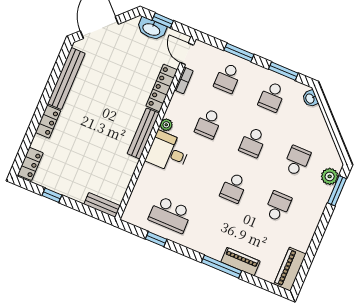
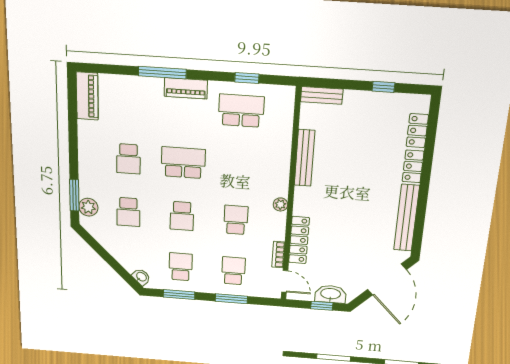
bench: (143, 133) -> (305, 158), moved
school desk: (253, 142) -> (182, 216), turned 180
desk: (168, 152) -> (268, 177), removed
locker: (30, 164) -> (417, 131), moved
school desk: (234, 188) -> (183, 163), width x1.85
piano: (240, 262) -> (186, 88), moved

